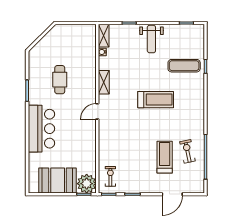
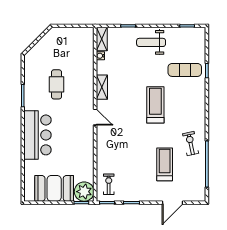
weight bench: (151, 39) -> (151, 42), turned 90
treadmill: (156, 100) -> (155, 105), turned -90
door: (97, 111) -> (95, 117), swing flipped
exercise bike: (187, 151) -> (191, 144), moved

